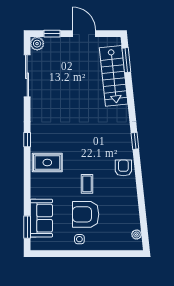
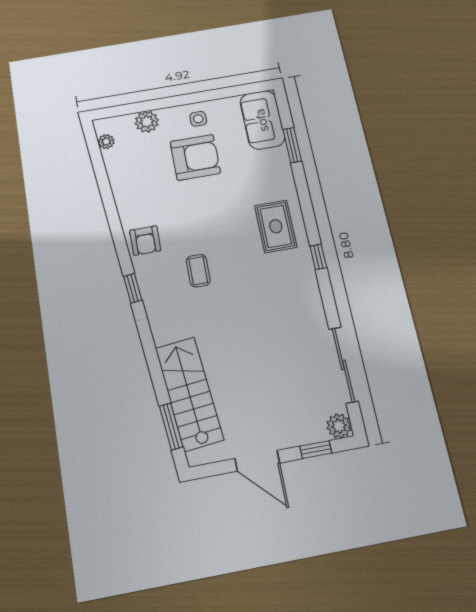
rug: (47, 162) -> (276, 226), turned 90
coffee table: (87, 184) -> (198, 271), moved
sofa: (41, 218) -> (262, 120), moved
window: (27, 227) -> (292, 145), moved
plant: (110, 243) -> (147, 122), added

